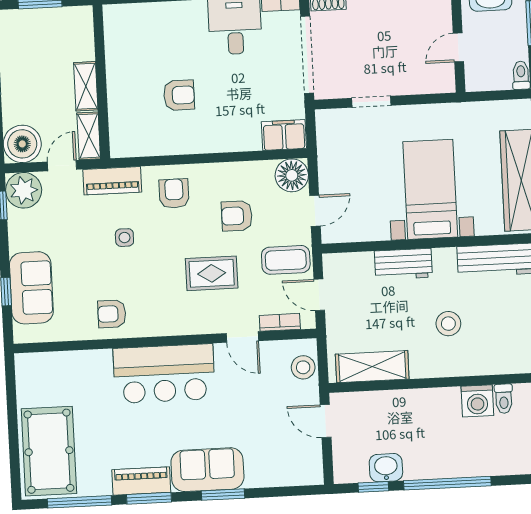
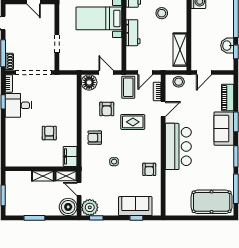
filing cabinet: (284, 135) -> (70, 156), moved
piano: (112, 181) -> (87, 166), removed
rug: (212, 273) -> (133, 122), turned 90
piano: (141, 481) -> (228, 98), moved

